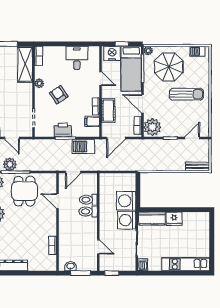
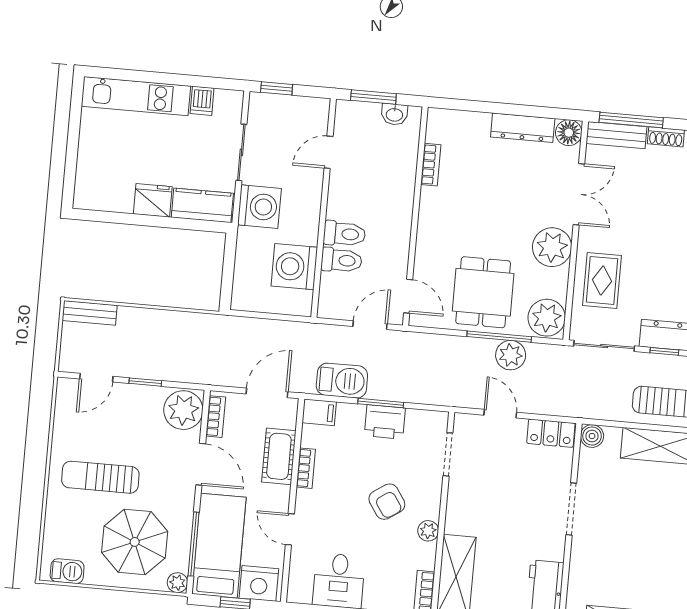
filing cabinet: (92, 121) -> (319, 412), moved
door: (57, 201) -> (408, 296), moved
washing machine: (126, 201) -> (294, 267), moved, turned 180
door: (98, 247) -> (329, 152), hinge flipped
dishwasher: (143, 265) -> (202, 101), moved
window: (112, 273) -> (277, 88), moved

